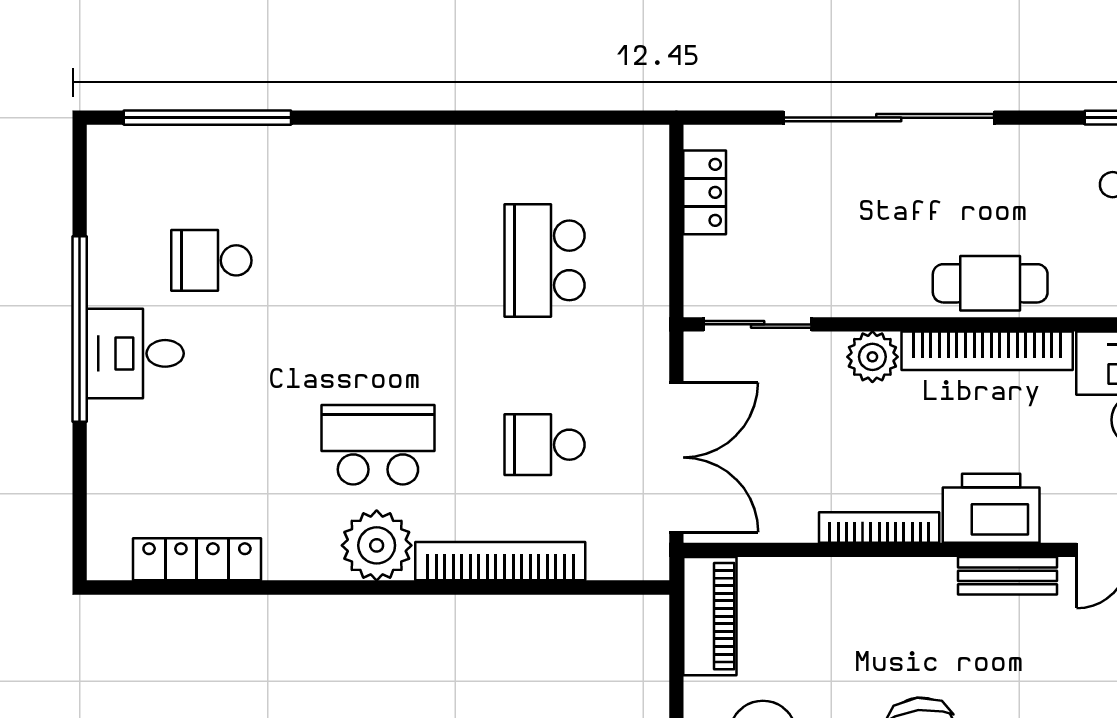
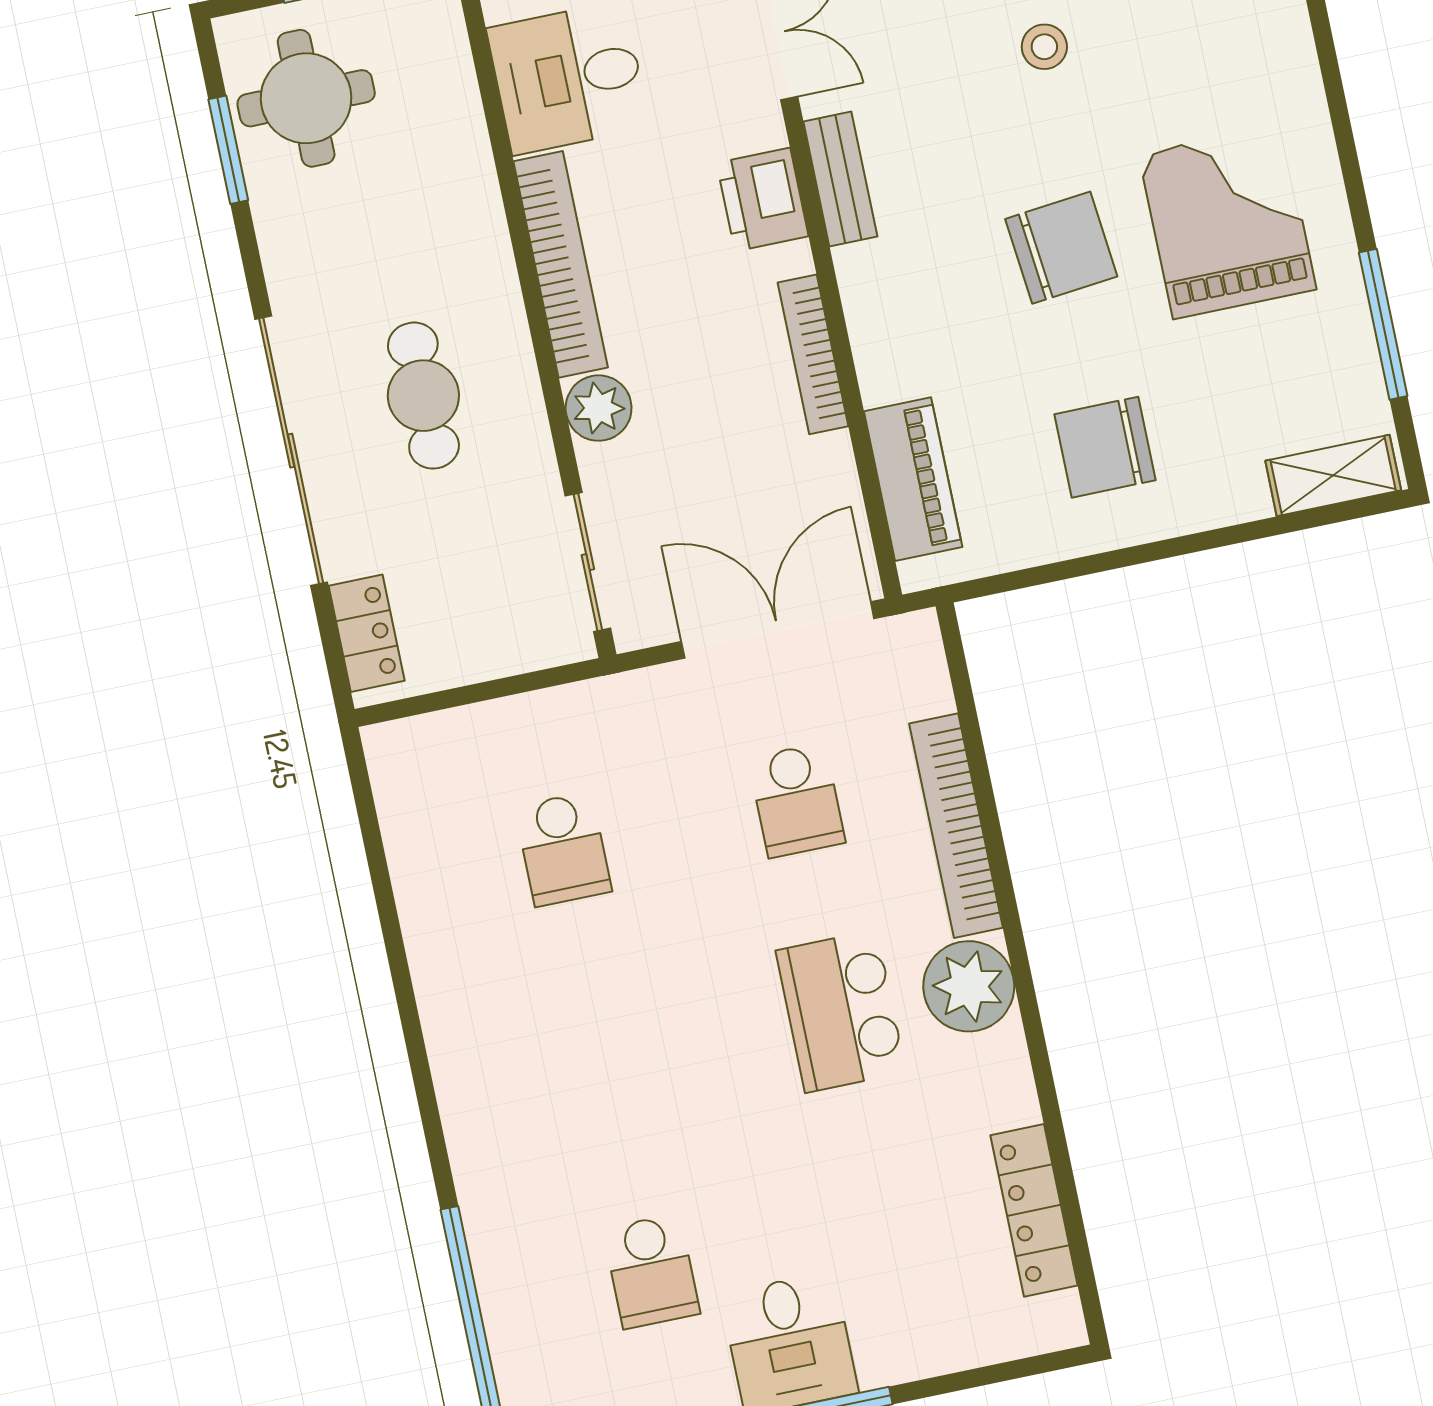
locker: (705, 192) -> (367, 633), moved, turned 90
school desk: (545, 260) -> (563, 849), width x0.54
cafe table: (990, 283) -> (423, 396), moved
printer: (991, 508) -> (763, 199), width x0.73, depth x0.84
piano: (710, 616) -> (913, 479), moved, turned 90

